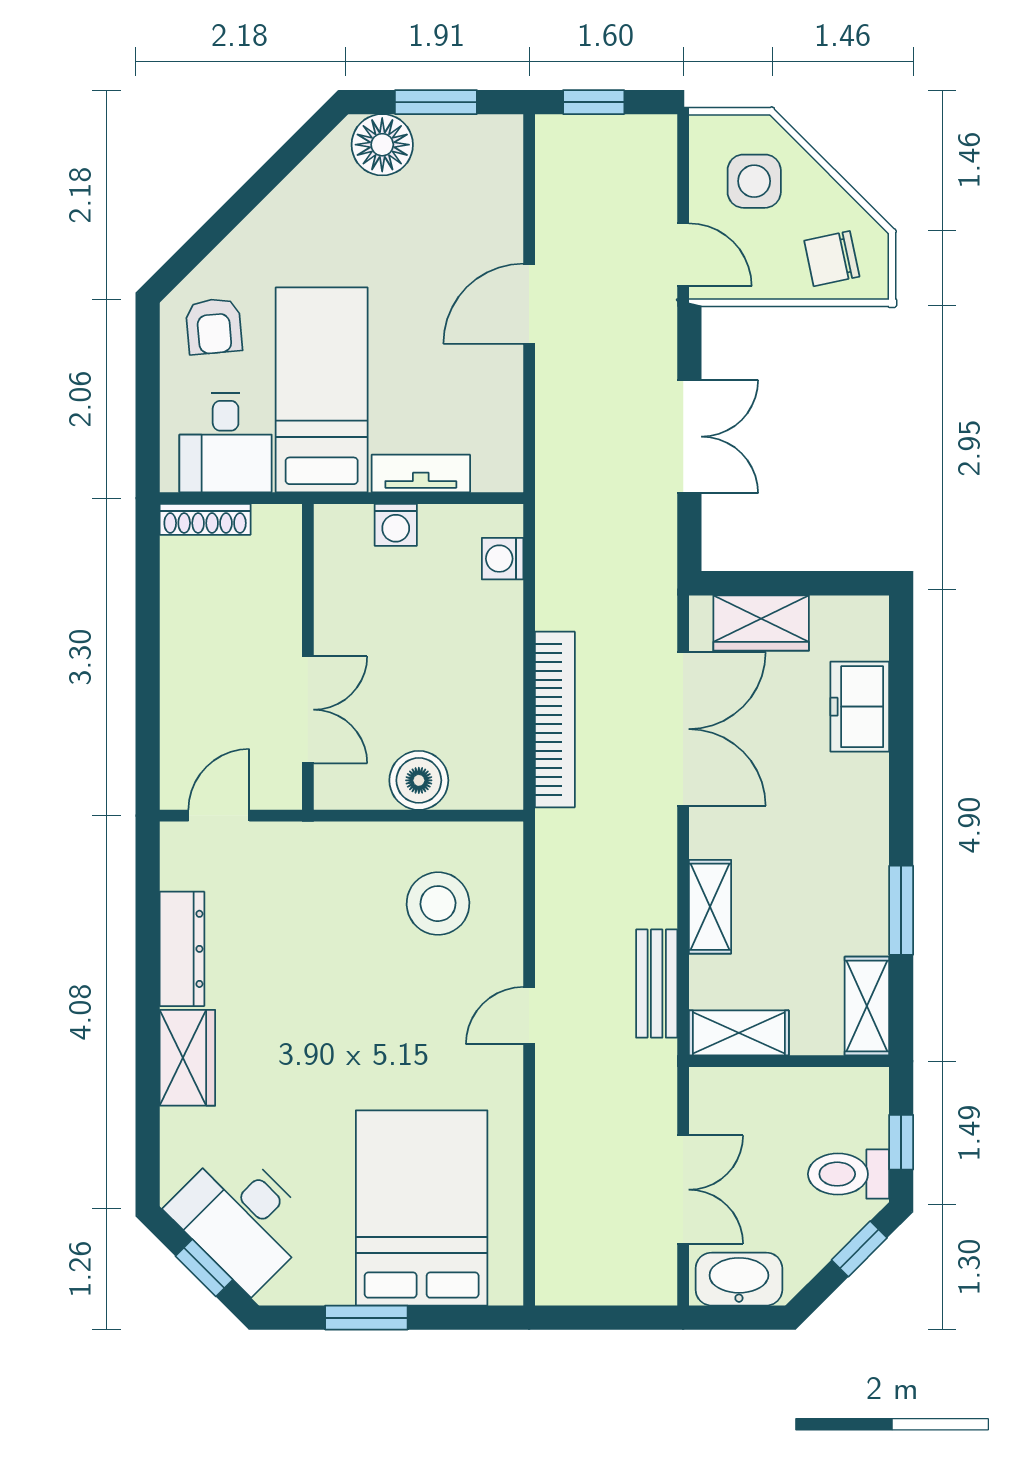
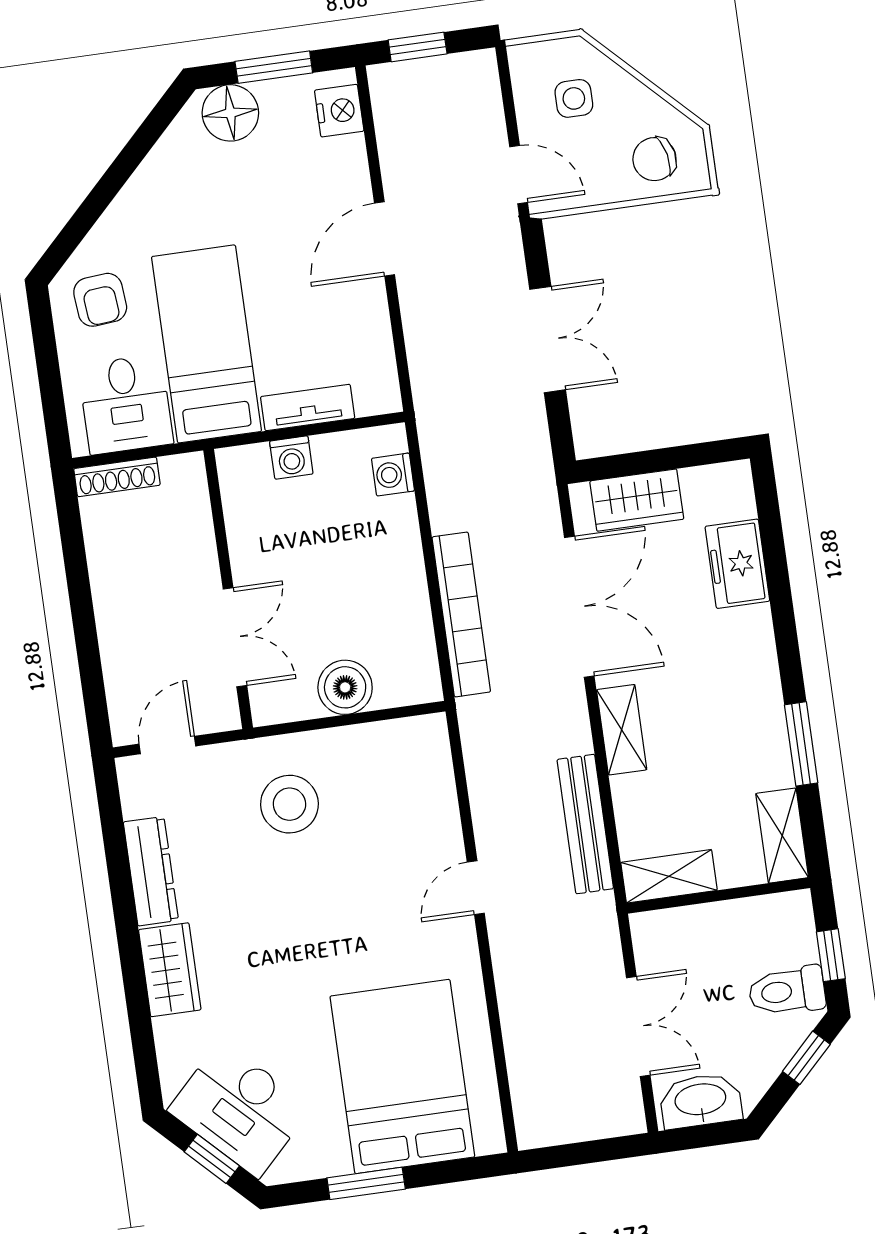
nightstand: (500, 159) -> (339, 111), added
side table: (754, 181) -> (574, 98), width x0.73, depth x0.73
stool: (438, 904) -> (289, 804), moved
shelving: (710, 907) -> (622, 730), moved
bench: (657, 984) -> (585, 824), width x1.36

